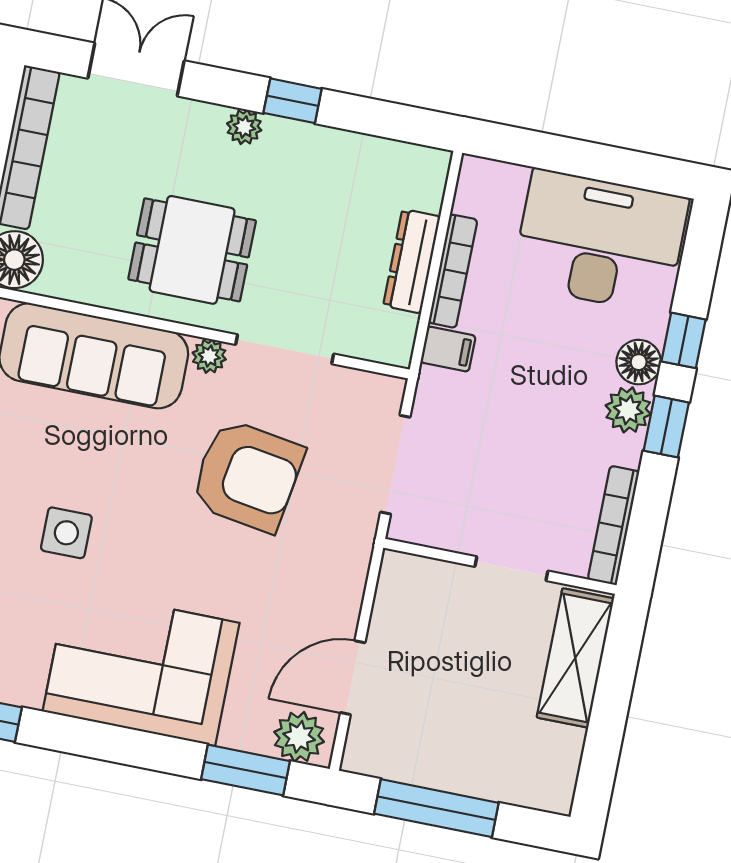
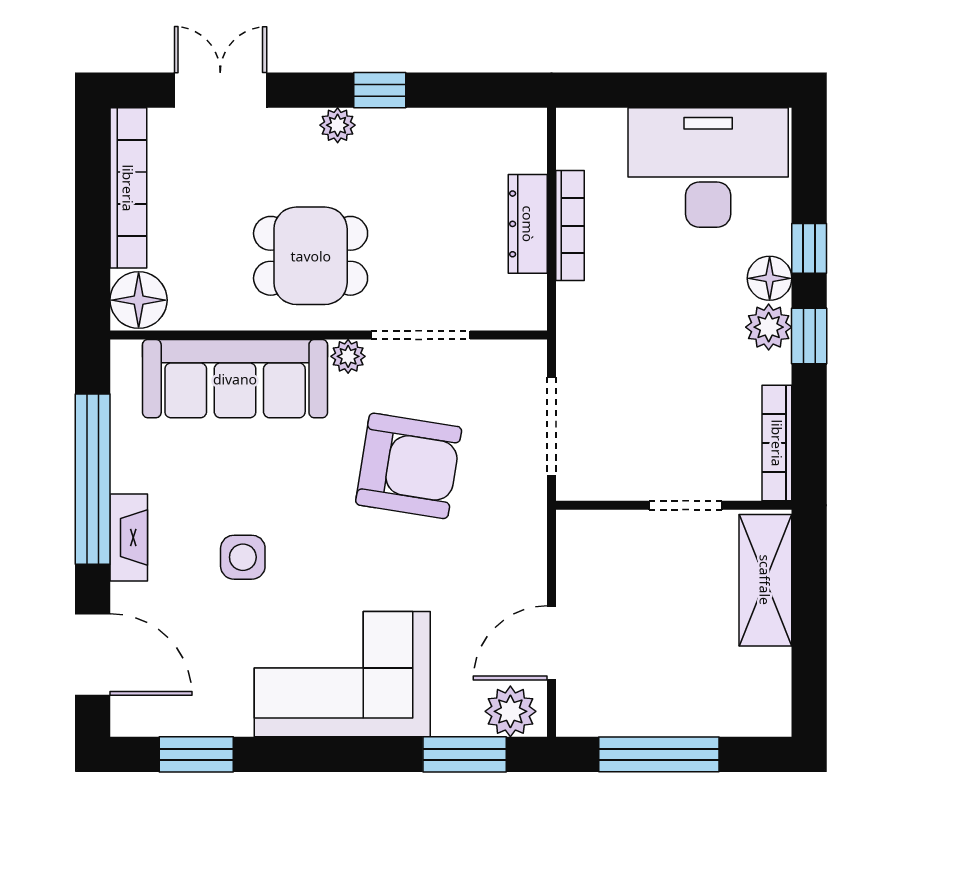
filing cabinet: (448, 349) -> (580, 303), removed

